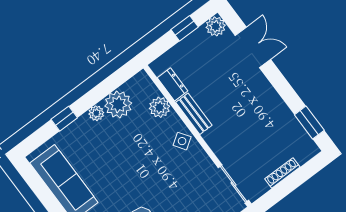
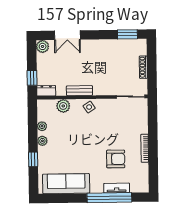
window: (185, 28) -> (32, 78), moved
double door: (253, 47) -> (67, 35), swing flipped
dresser: (172, 84) -> (46, 91), moved
plant: (118, 104) -> (42, 126), width x0.53, depth x0.53

